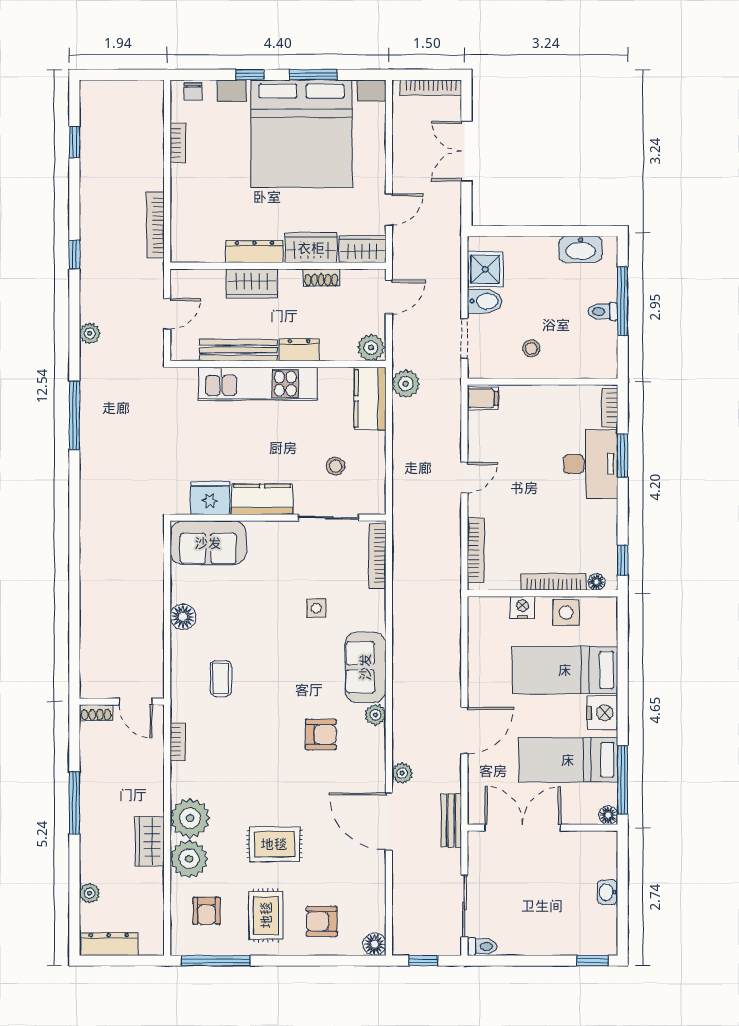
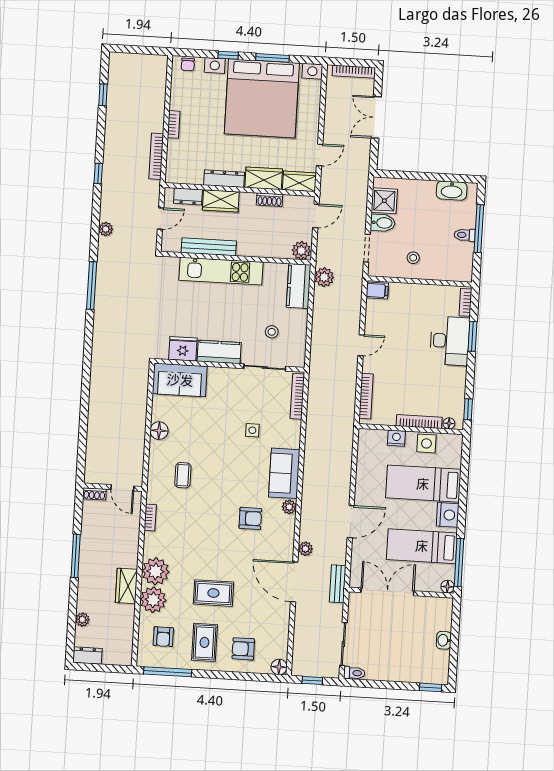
bookcase: (178, 143) -> (174, 124), moved
dresser: (299, 350) -> (188, 196), moved, turned 180
dresser: (109, 944) -> (87, 655), width x0.70

